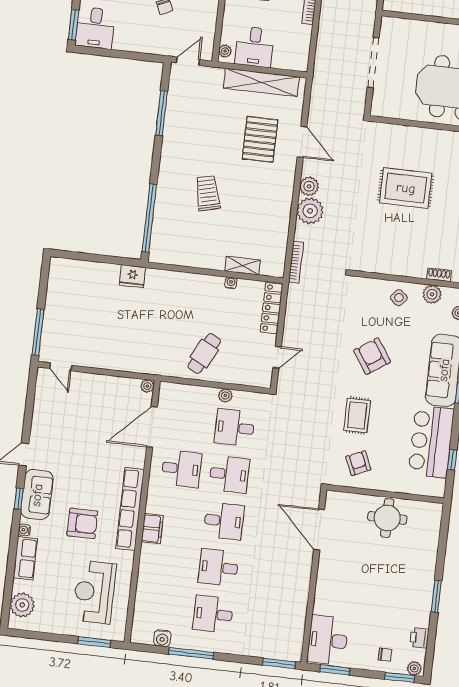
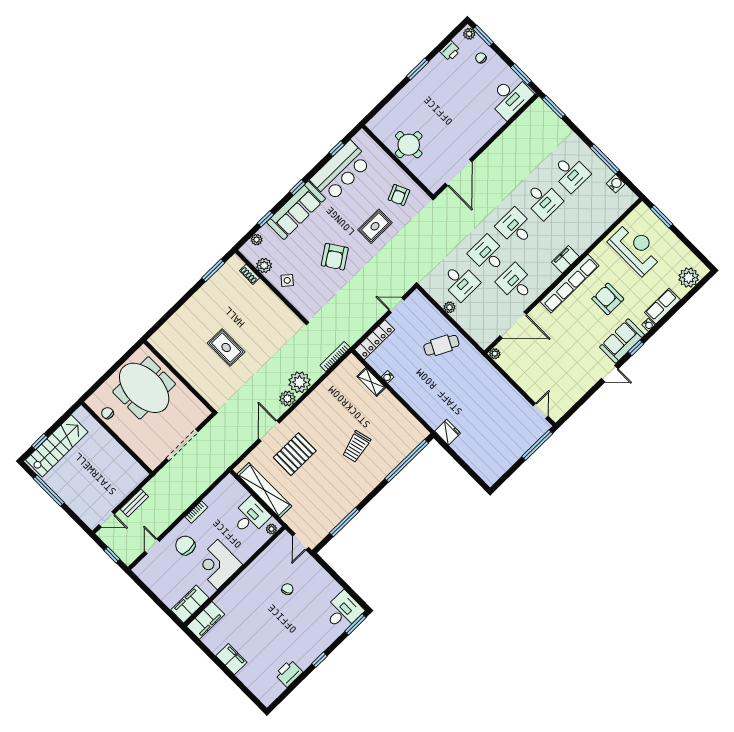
door: (188, 61) -> (301, 542), hinge flipped
rug: (406, 188) -> (226, 347), width x0.73, depth x0.70
reception desk: (94, 592) -> (635, 249), turned -90

